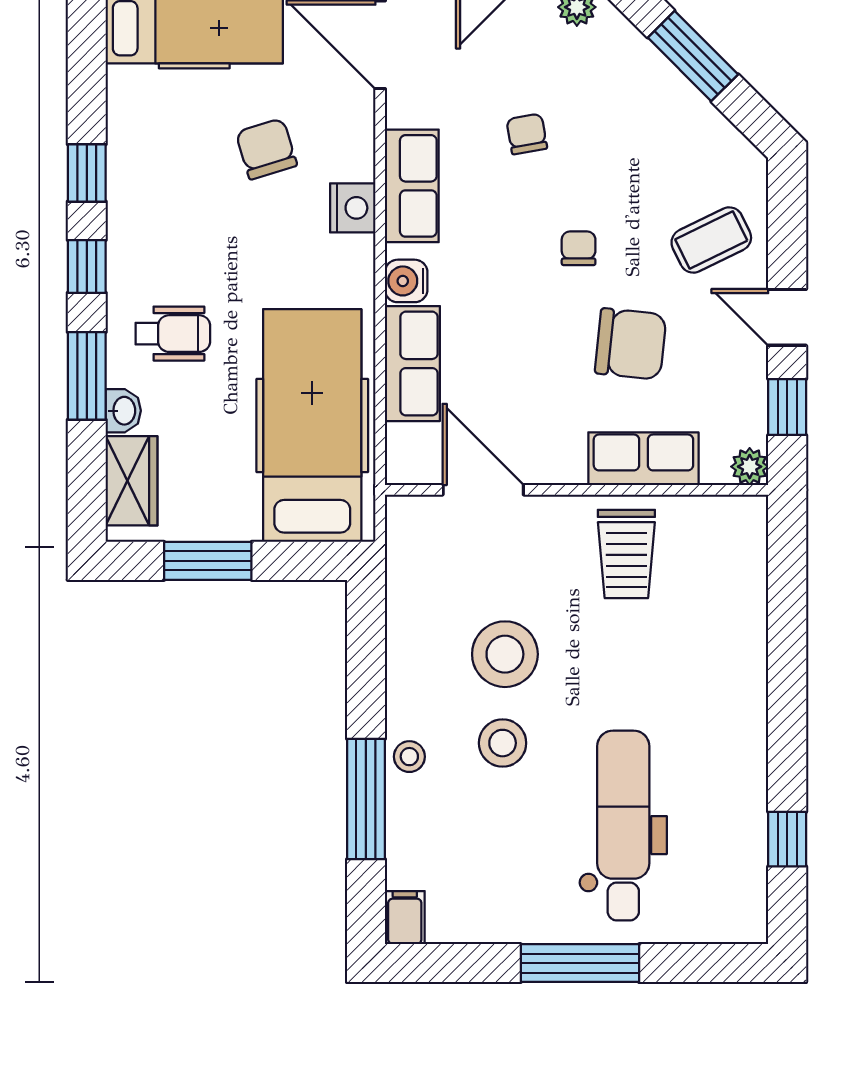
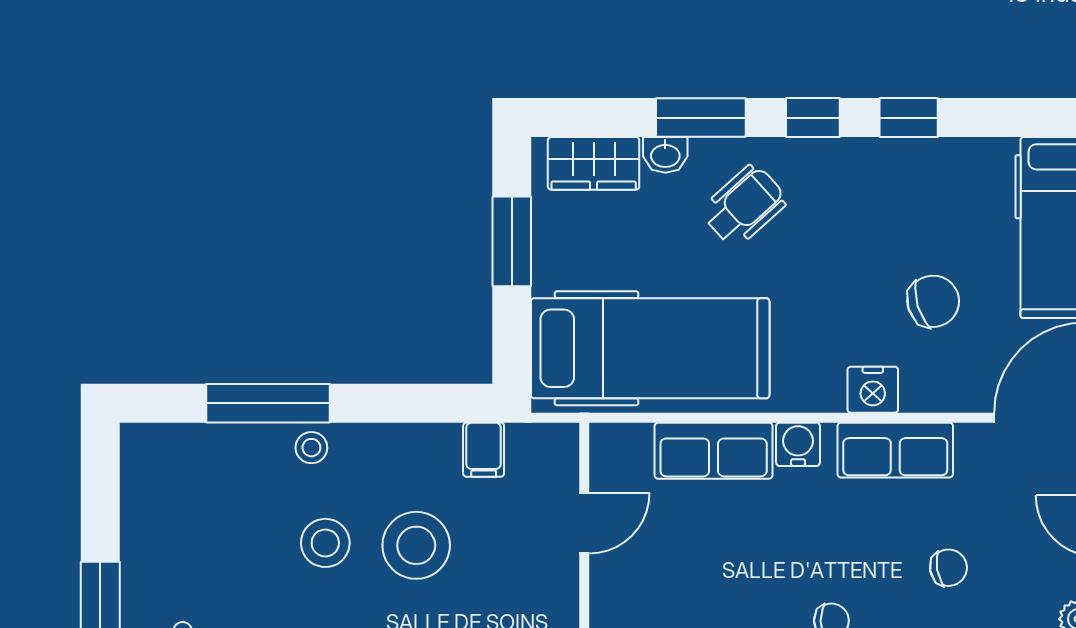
wheelchair: (173, 334) -> (744, 206), turned -132
door: (483, 490) -> (584, 523), width x0.73
filing cabinet: (405, 918) -> (484, 450), moved, turned 90

